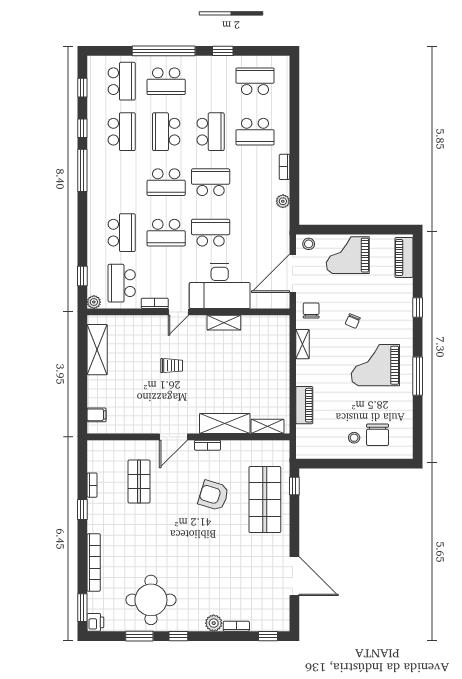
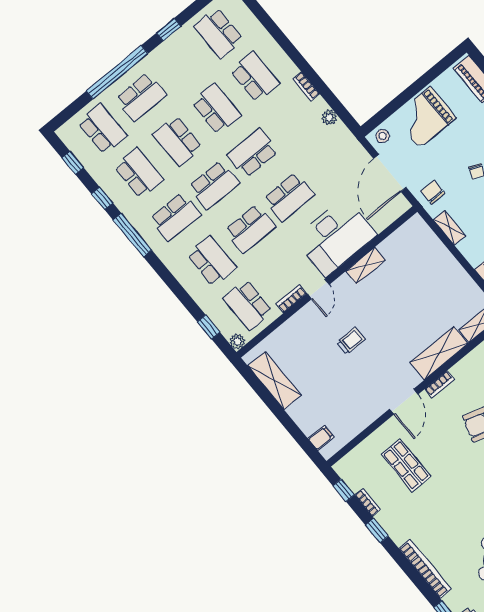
school desk: (255, 81) -> (219, 33), turned -90
school desk: (255, 132) -> (255, 77), turned -90
school desk: (122, 182) -> (175, 217), added
school desk: (211, 233) -> (289, 197), turned 180
window: (82, 463) -> (344, 490), added

